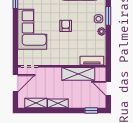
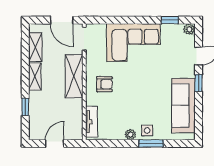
armchair: (66, 26) -> (104, 84), moved
shelving: (78, 74) -> (74, 76), moved
window: (91, 111) -> (25, 107), moved

